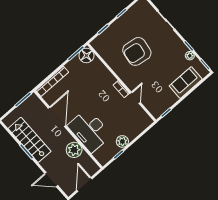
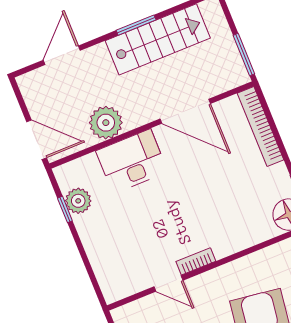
desk: (90, 130) -> (132, 161), width x0.73, depth x0.77
plant: (122, 141) -> (78, 201), moved
door: (84, 184) -> (37, 140), moved

